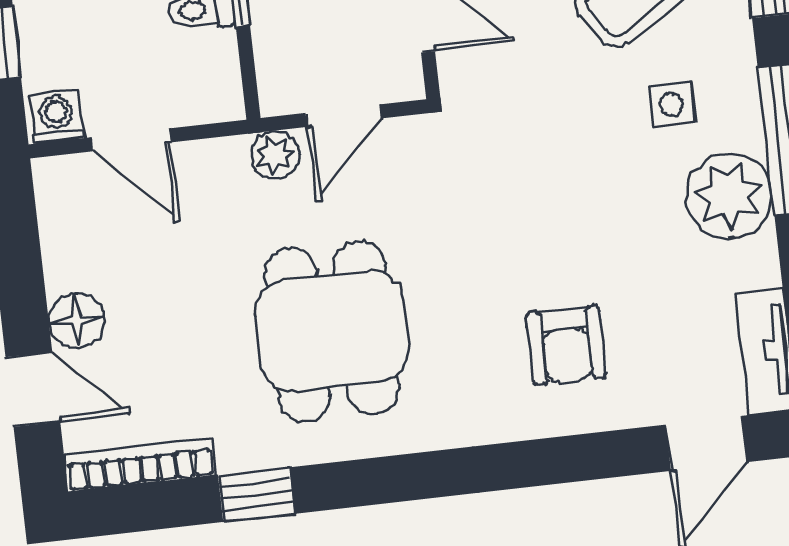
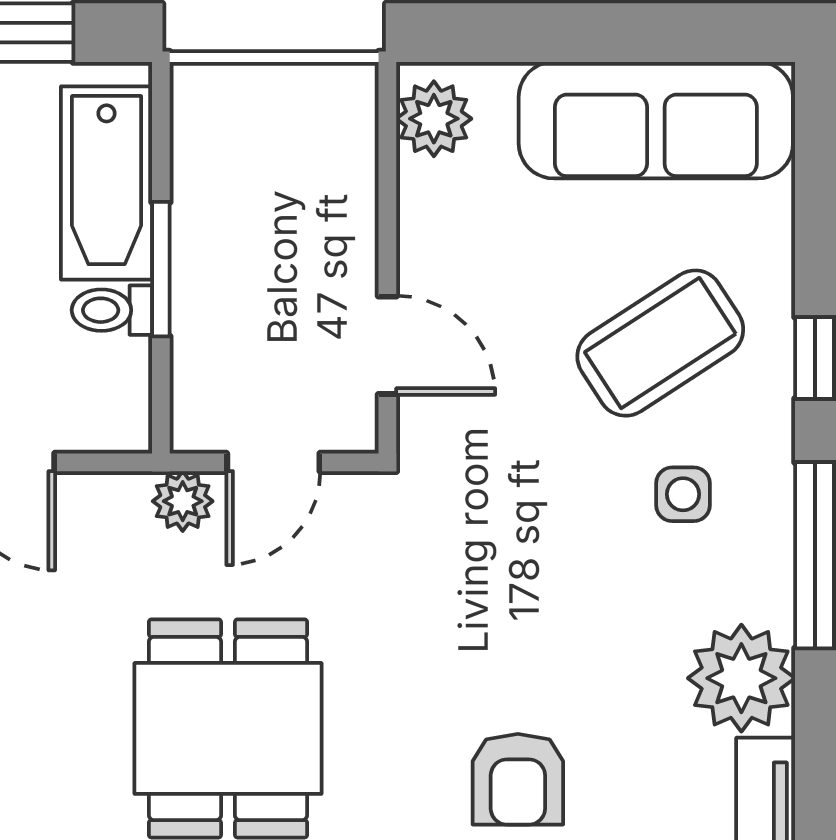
plant: (729, 196) -> (741, 678), moved

